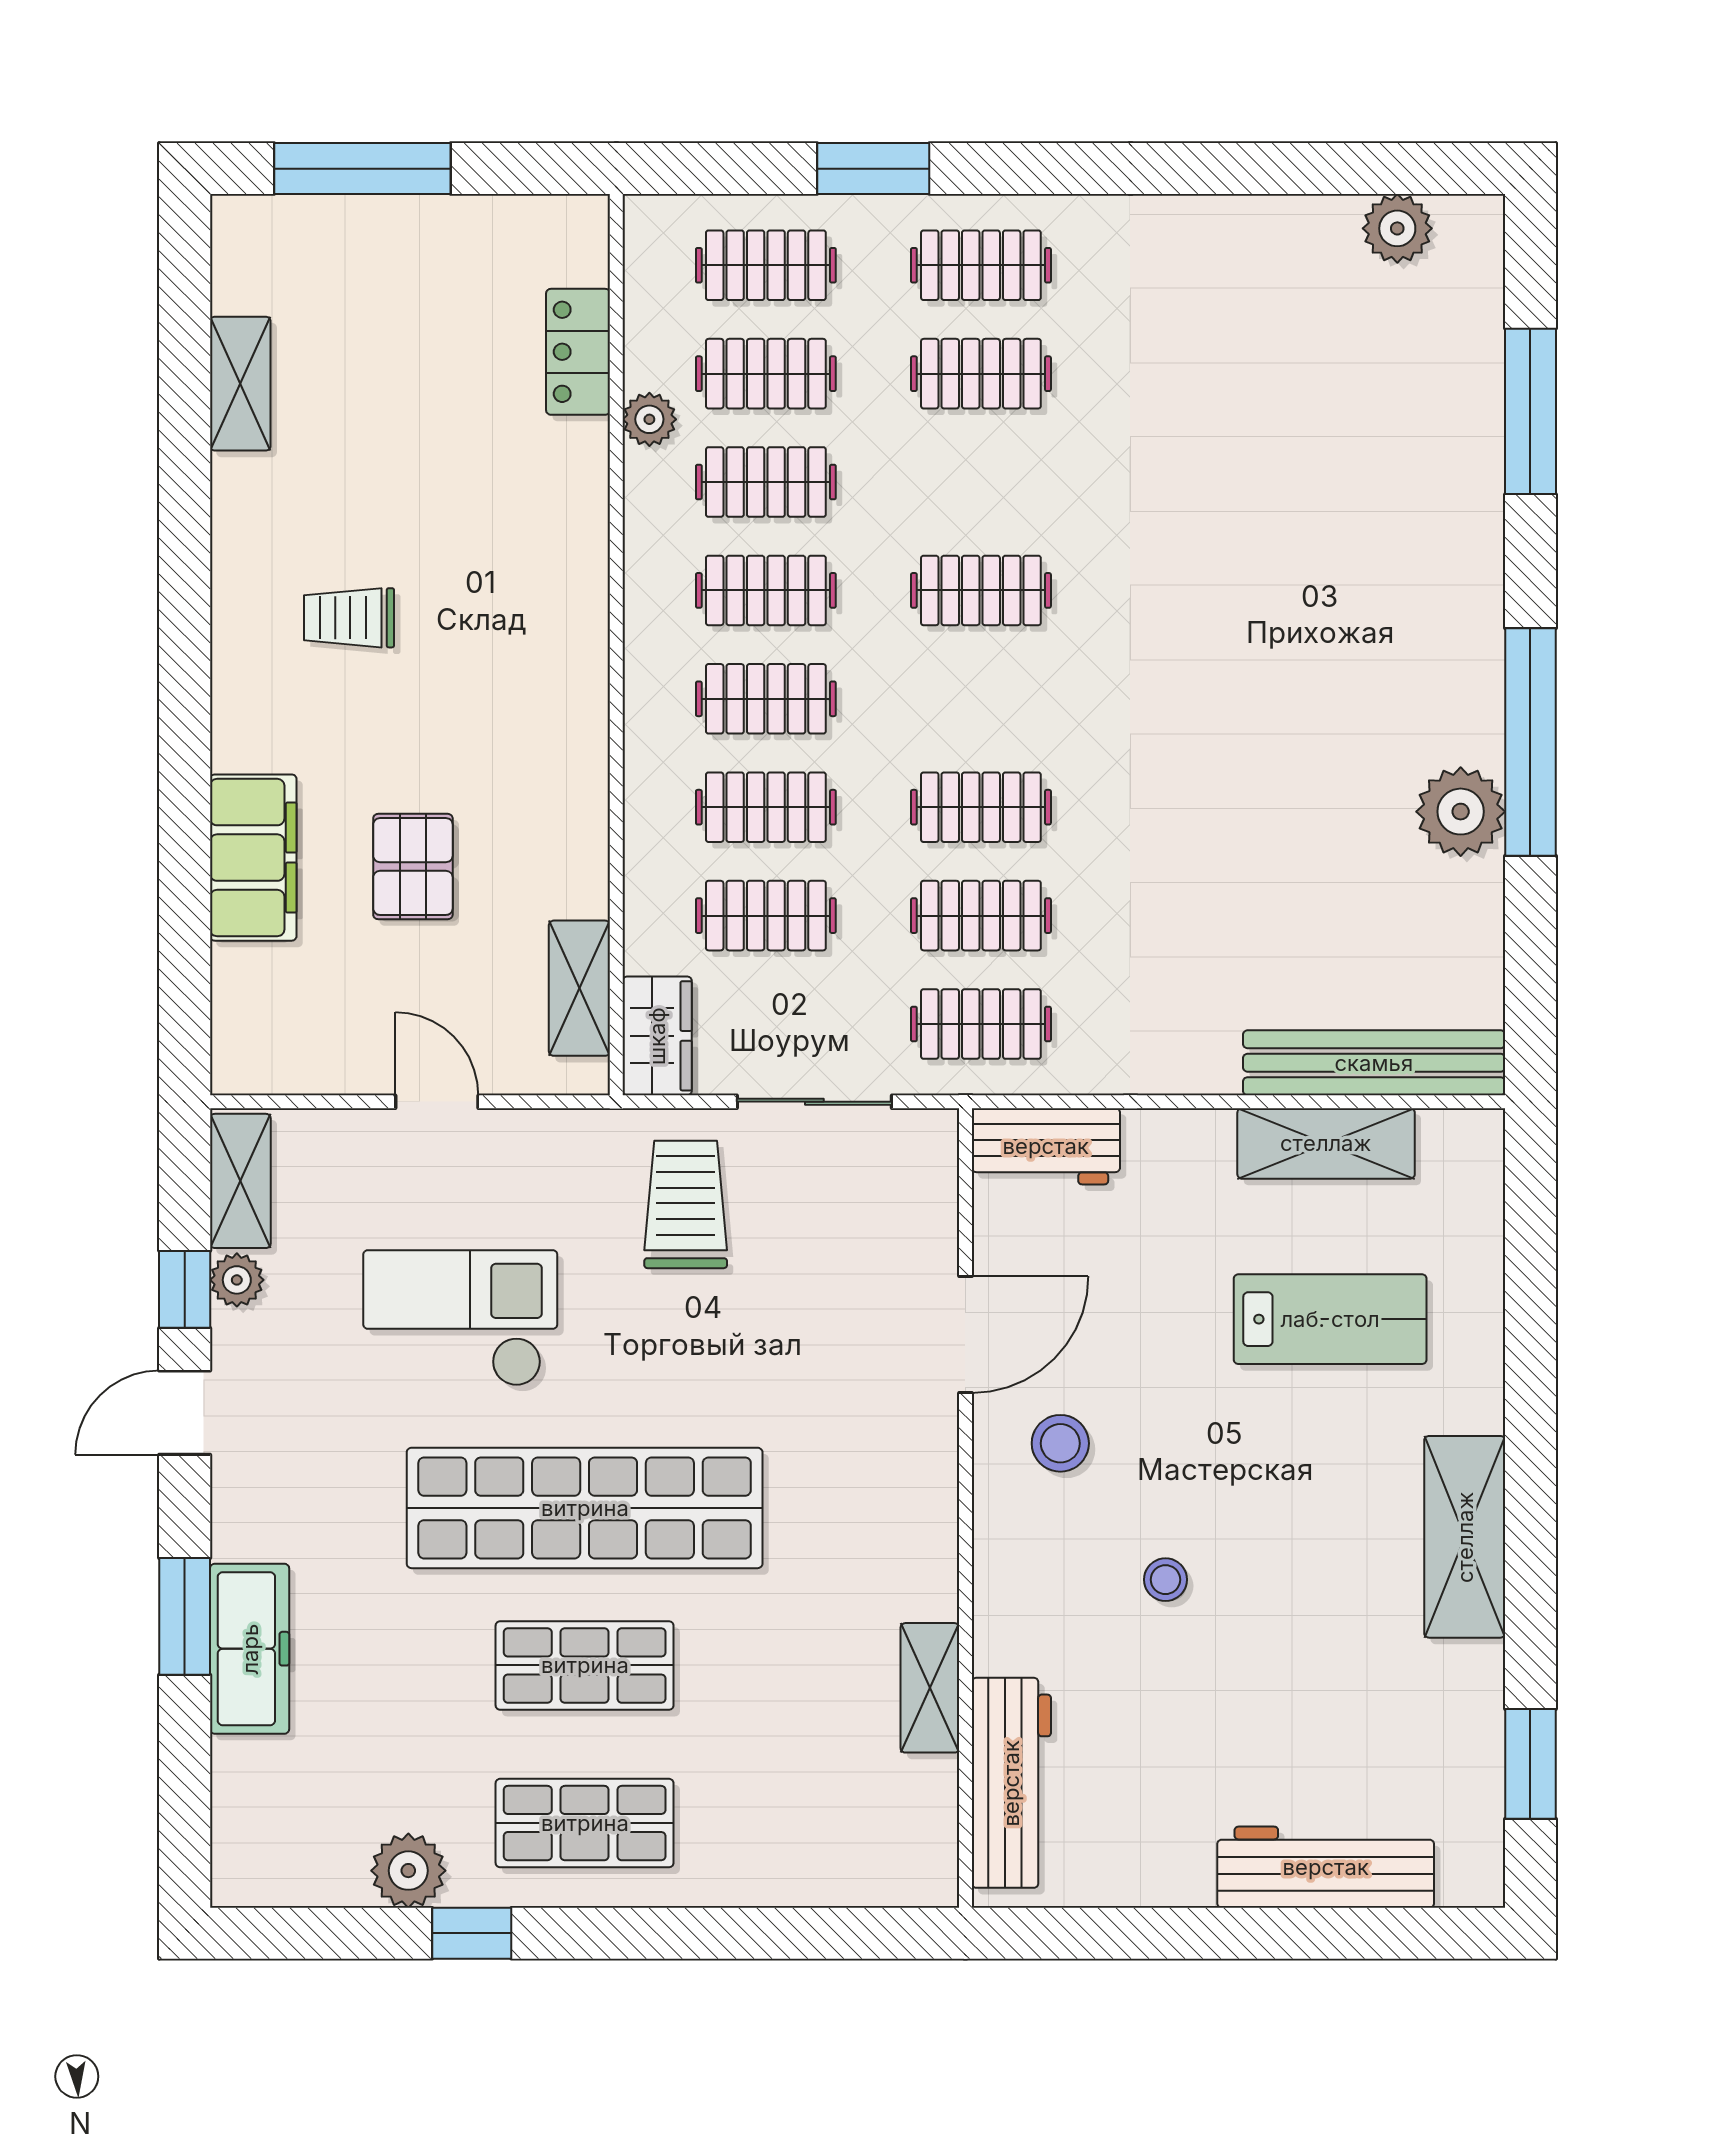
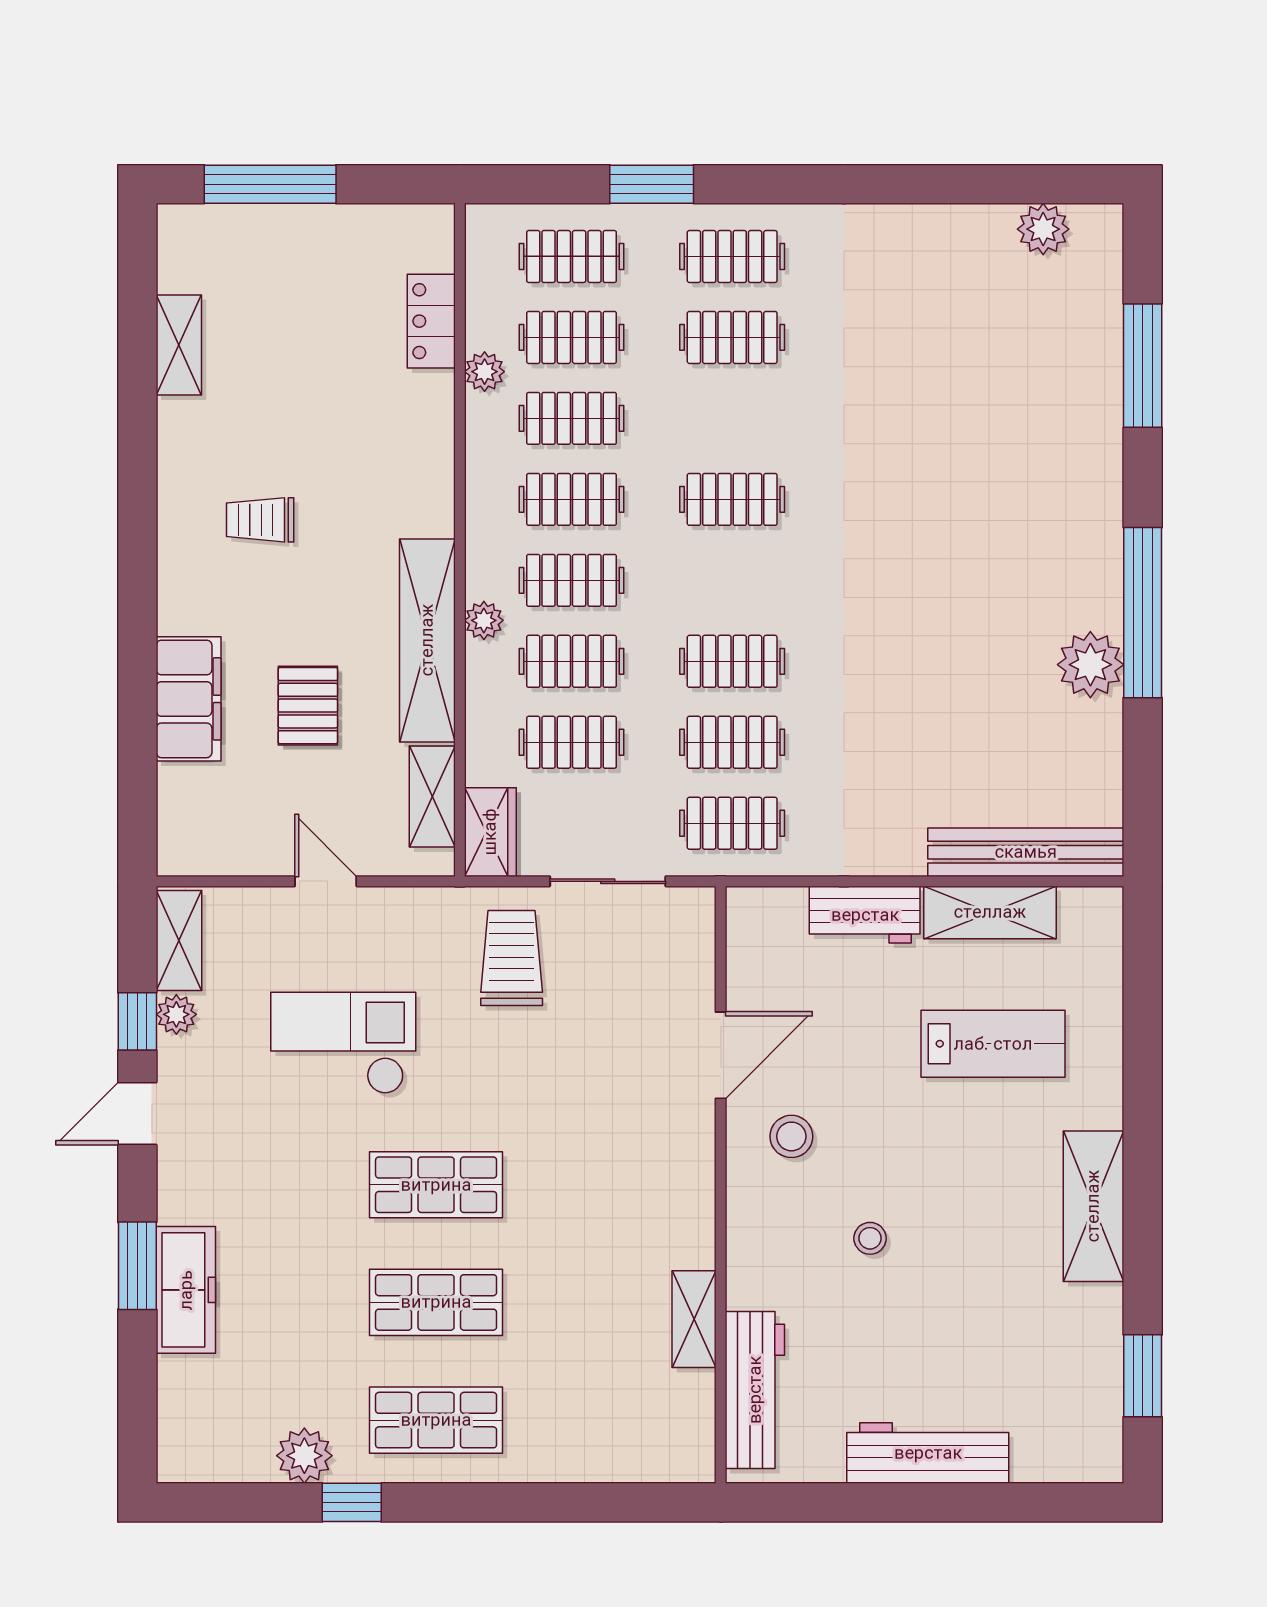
plant: (649, 753) -> (484, 620), added
shelving: (573, 779) -> (427, 640), added
workbench: (1046, 1146) -> (865, 915), moved
shop shelf: (585, 1508) -> (436, 1185), width x0.50, depth x0.74
workbench: (1326, 1867) -> (928, 1453), moved

